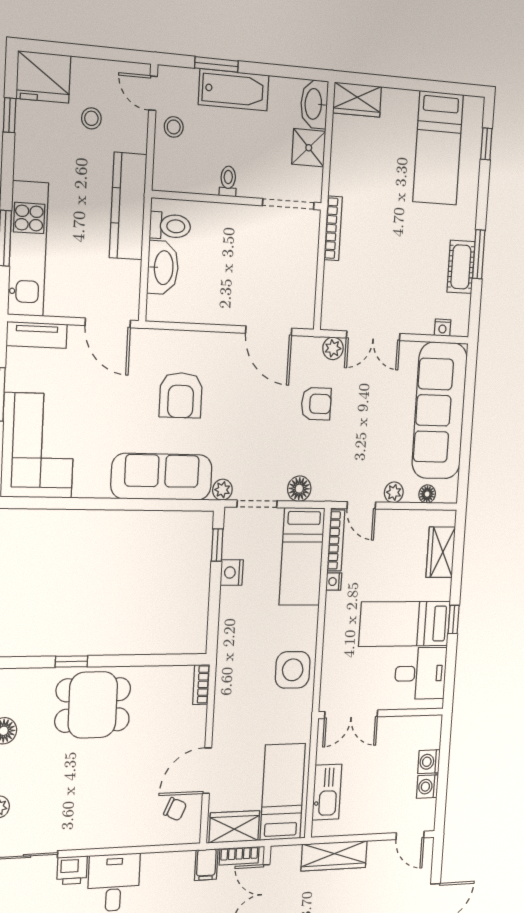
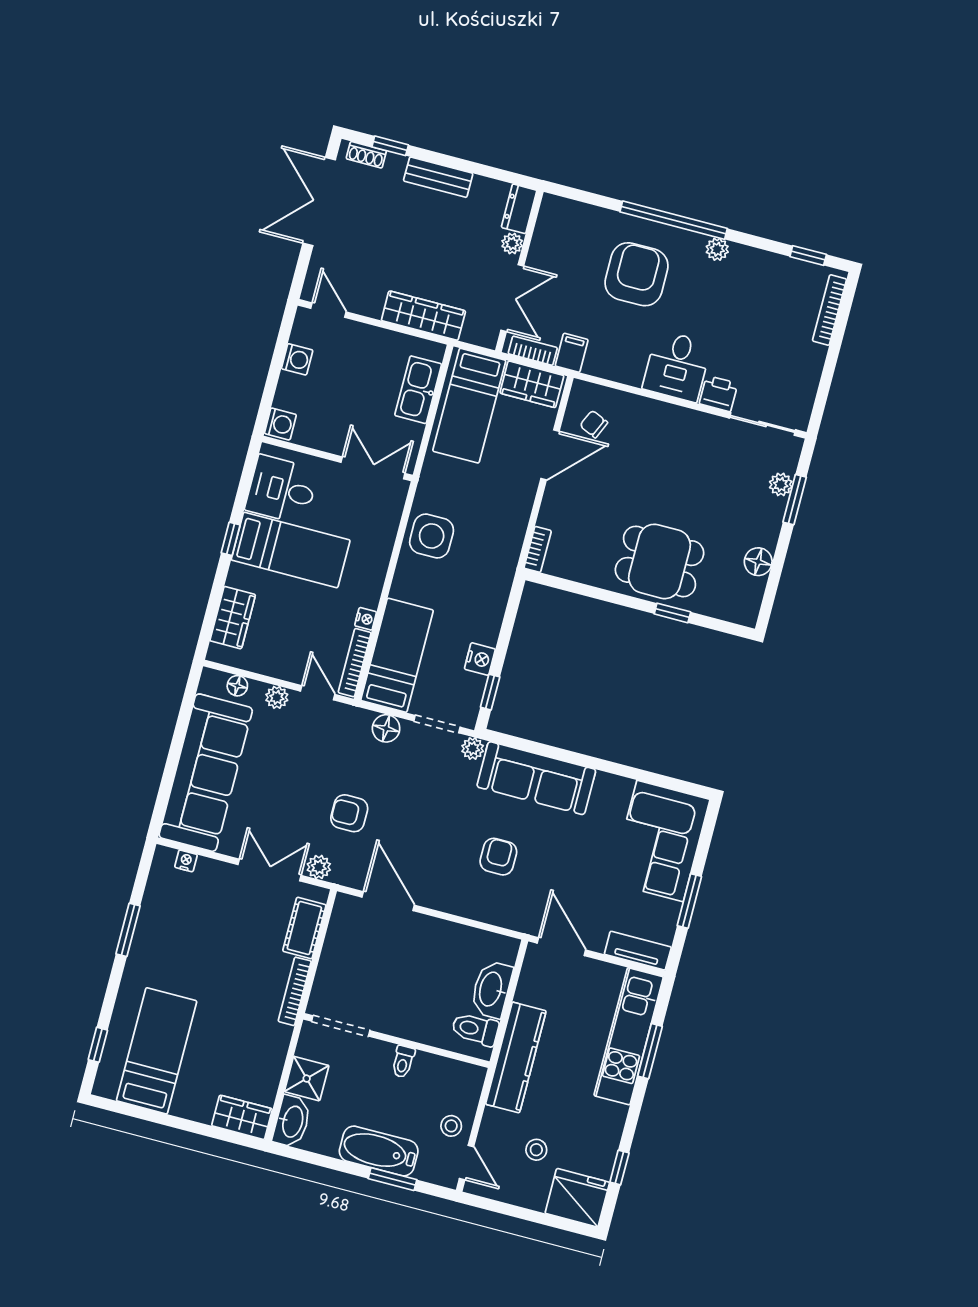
cot: (461, 267) -> (304, 928), moved
armchair: (181, 395) -> (498, 857), width x0.72, depth x0.72
washing machine: (429, 762) -> (280, 424), moved

